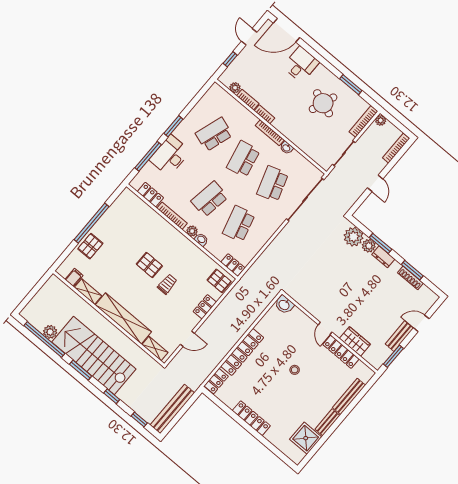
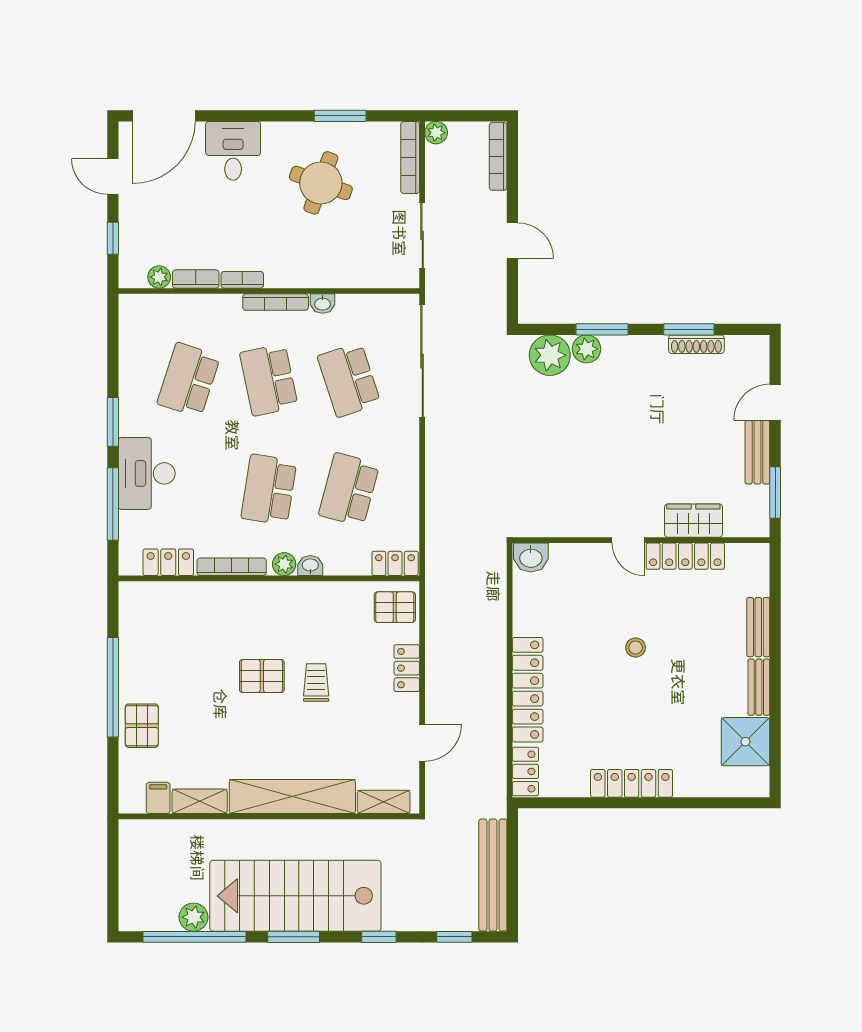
school desk: (239, 224) -> (349, 490), turned 30
dresser: (383, 257) -> (625, 347), removed
bench: (349, 396) -> (758, 627), width x0.73

